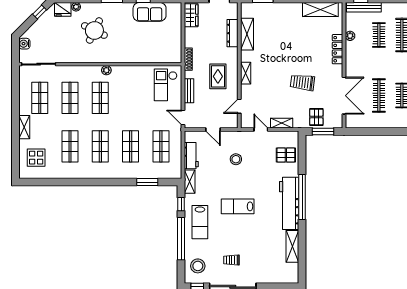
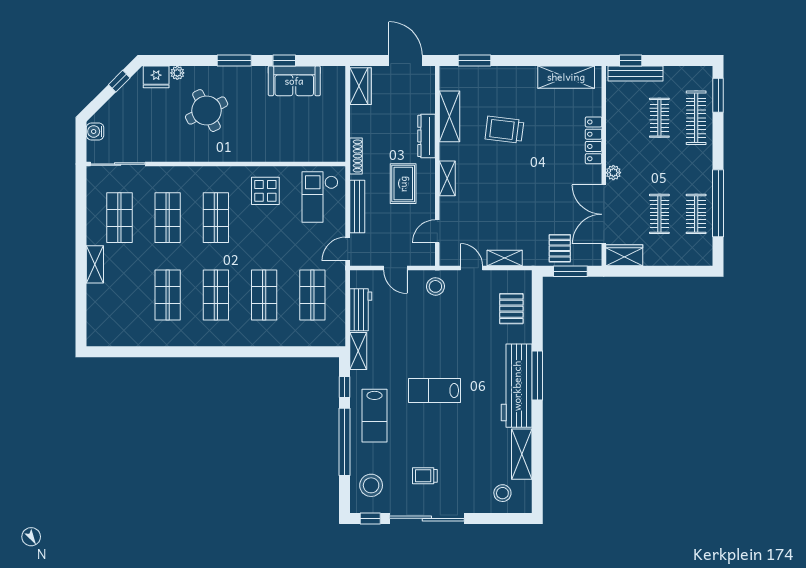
round table: (94, 31) -> (207, 111), turned 37
dresser: (233, 33) -> (426, 136), moved
plant: (350, 36) -> (613, 173), moved
plant: (106, 70) -> (226, 174), removed
trolley: (302, 82) -> (504, 130), moved
bench: (189, 91) -> (357, 207), width x1.36
clothes rail: (379, 95) -> (659, 214), width x0.73
double door: (344, 96) -> (604, 214), swing flipped
door: (183, 117) -> (348, 249), hinge flipped
wardrobe: (357, 121) -> (624, 255), added
pallet: (286, 155) -> (511, 309), turned 90
display table: (36, 158) -> (265, 191), moved
stool: (236, 159) -> (435, 286), moved
window: (147, 182) -> (291, 352), removed
window: (302, 197) -> (537, 375), width x0.68
stool: (280, 271) -> (502, 493), added

